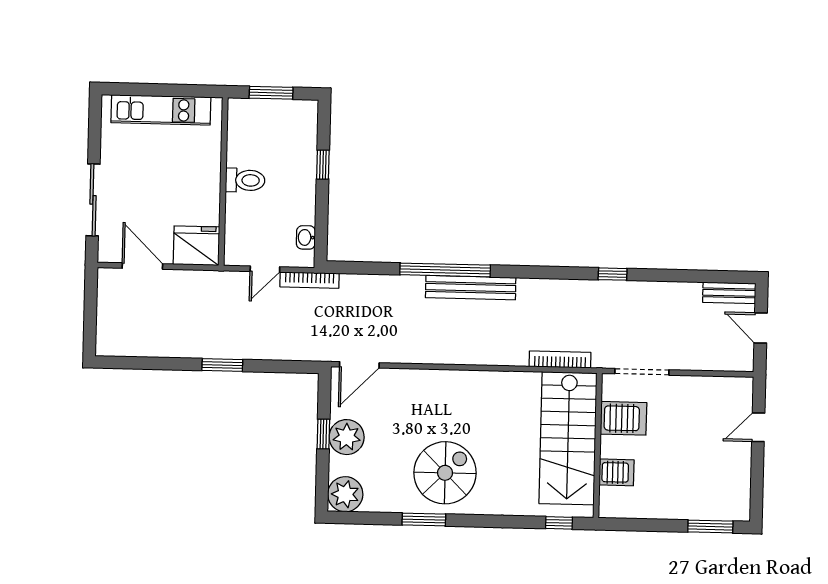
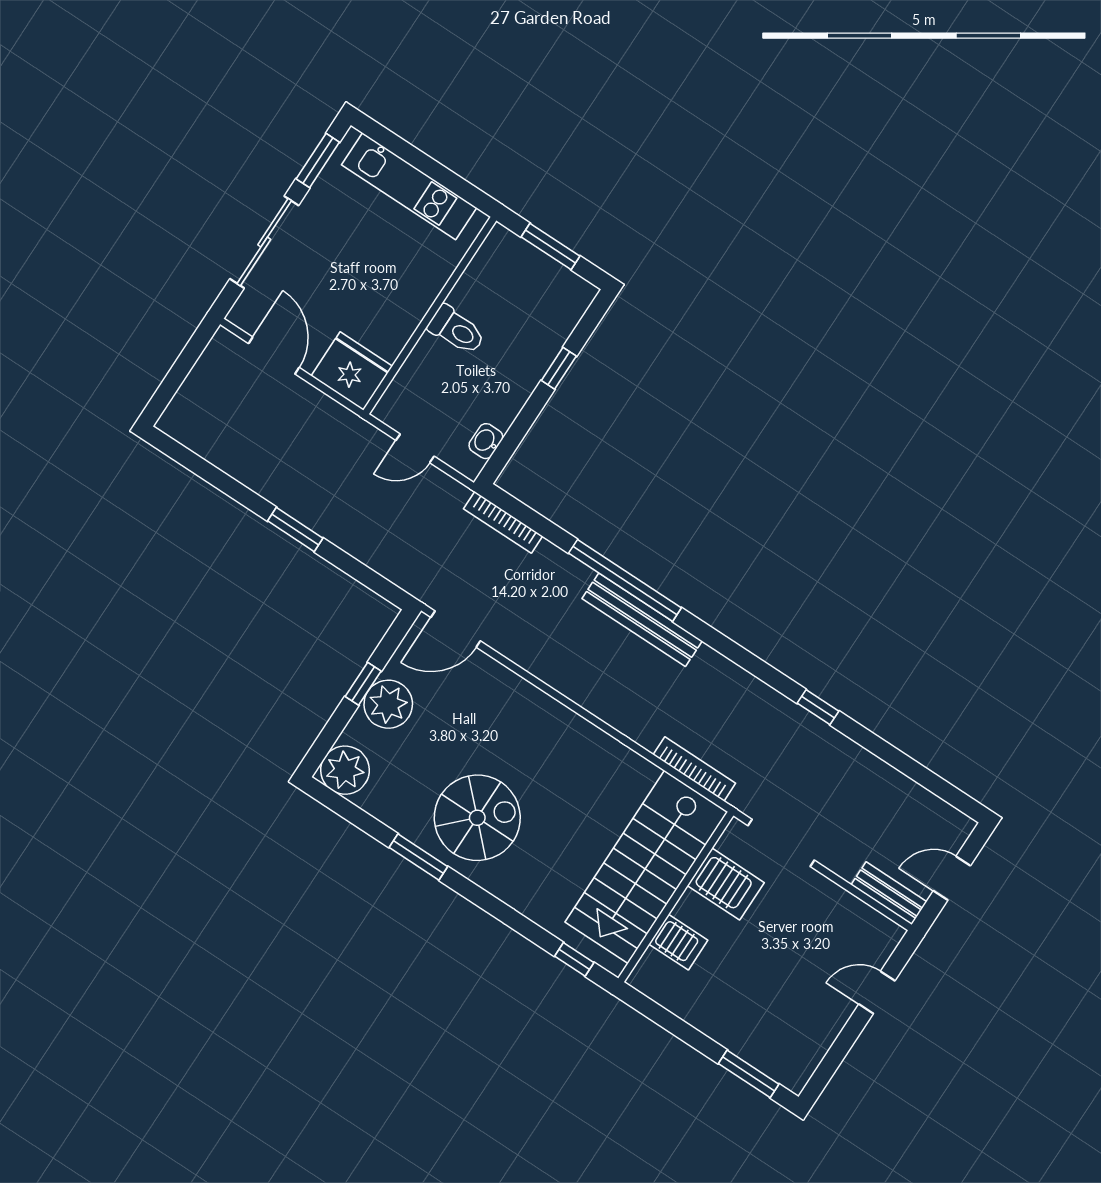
window: (95, 129) -> (318, 161), added
bookcase: (310, 280) -> (503, 522), moved
bench: (729, 293) -> (889, 893), moved
door: (761, 328) -> (952, 878), hinge flipped

